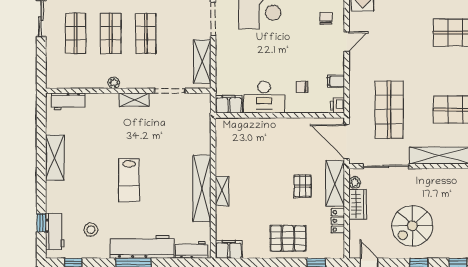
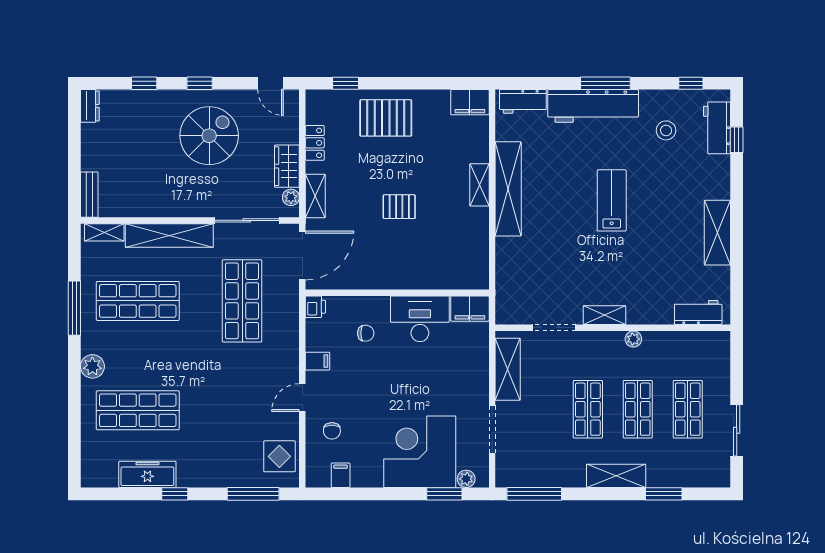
filing cabinet: (336, 81) -> (317, 361), moved
door: (347, 142) -> (302, 255), hinge flipped
shelving: (335, 183) -> (315, 196), width x0.67, depth x0.75
pallet: (302, 186) -> (399, 207), moved, turned 90

